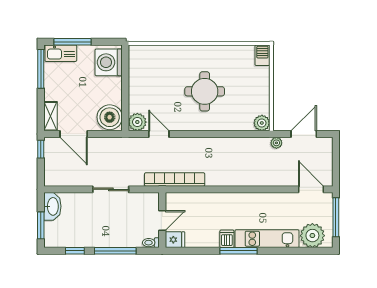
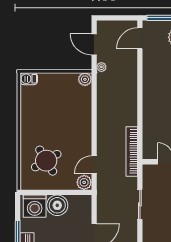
round table: (205, 91) -> (46, 161), moved, turned -31
boiler: (110, 117) -> (57, 205), moved

